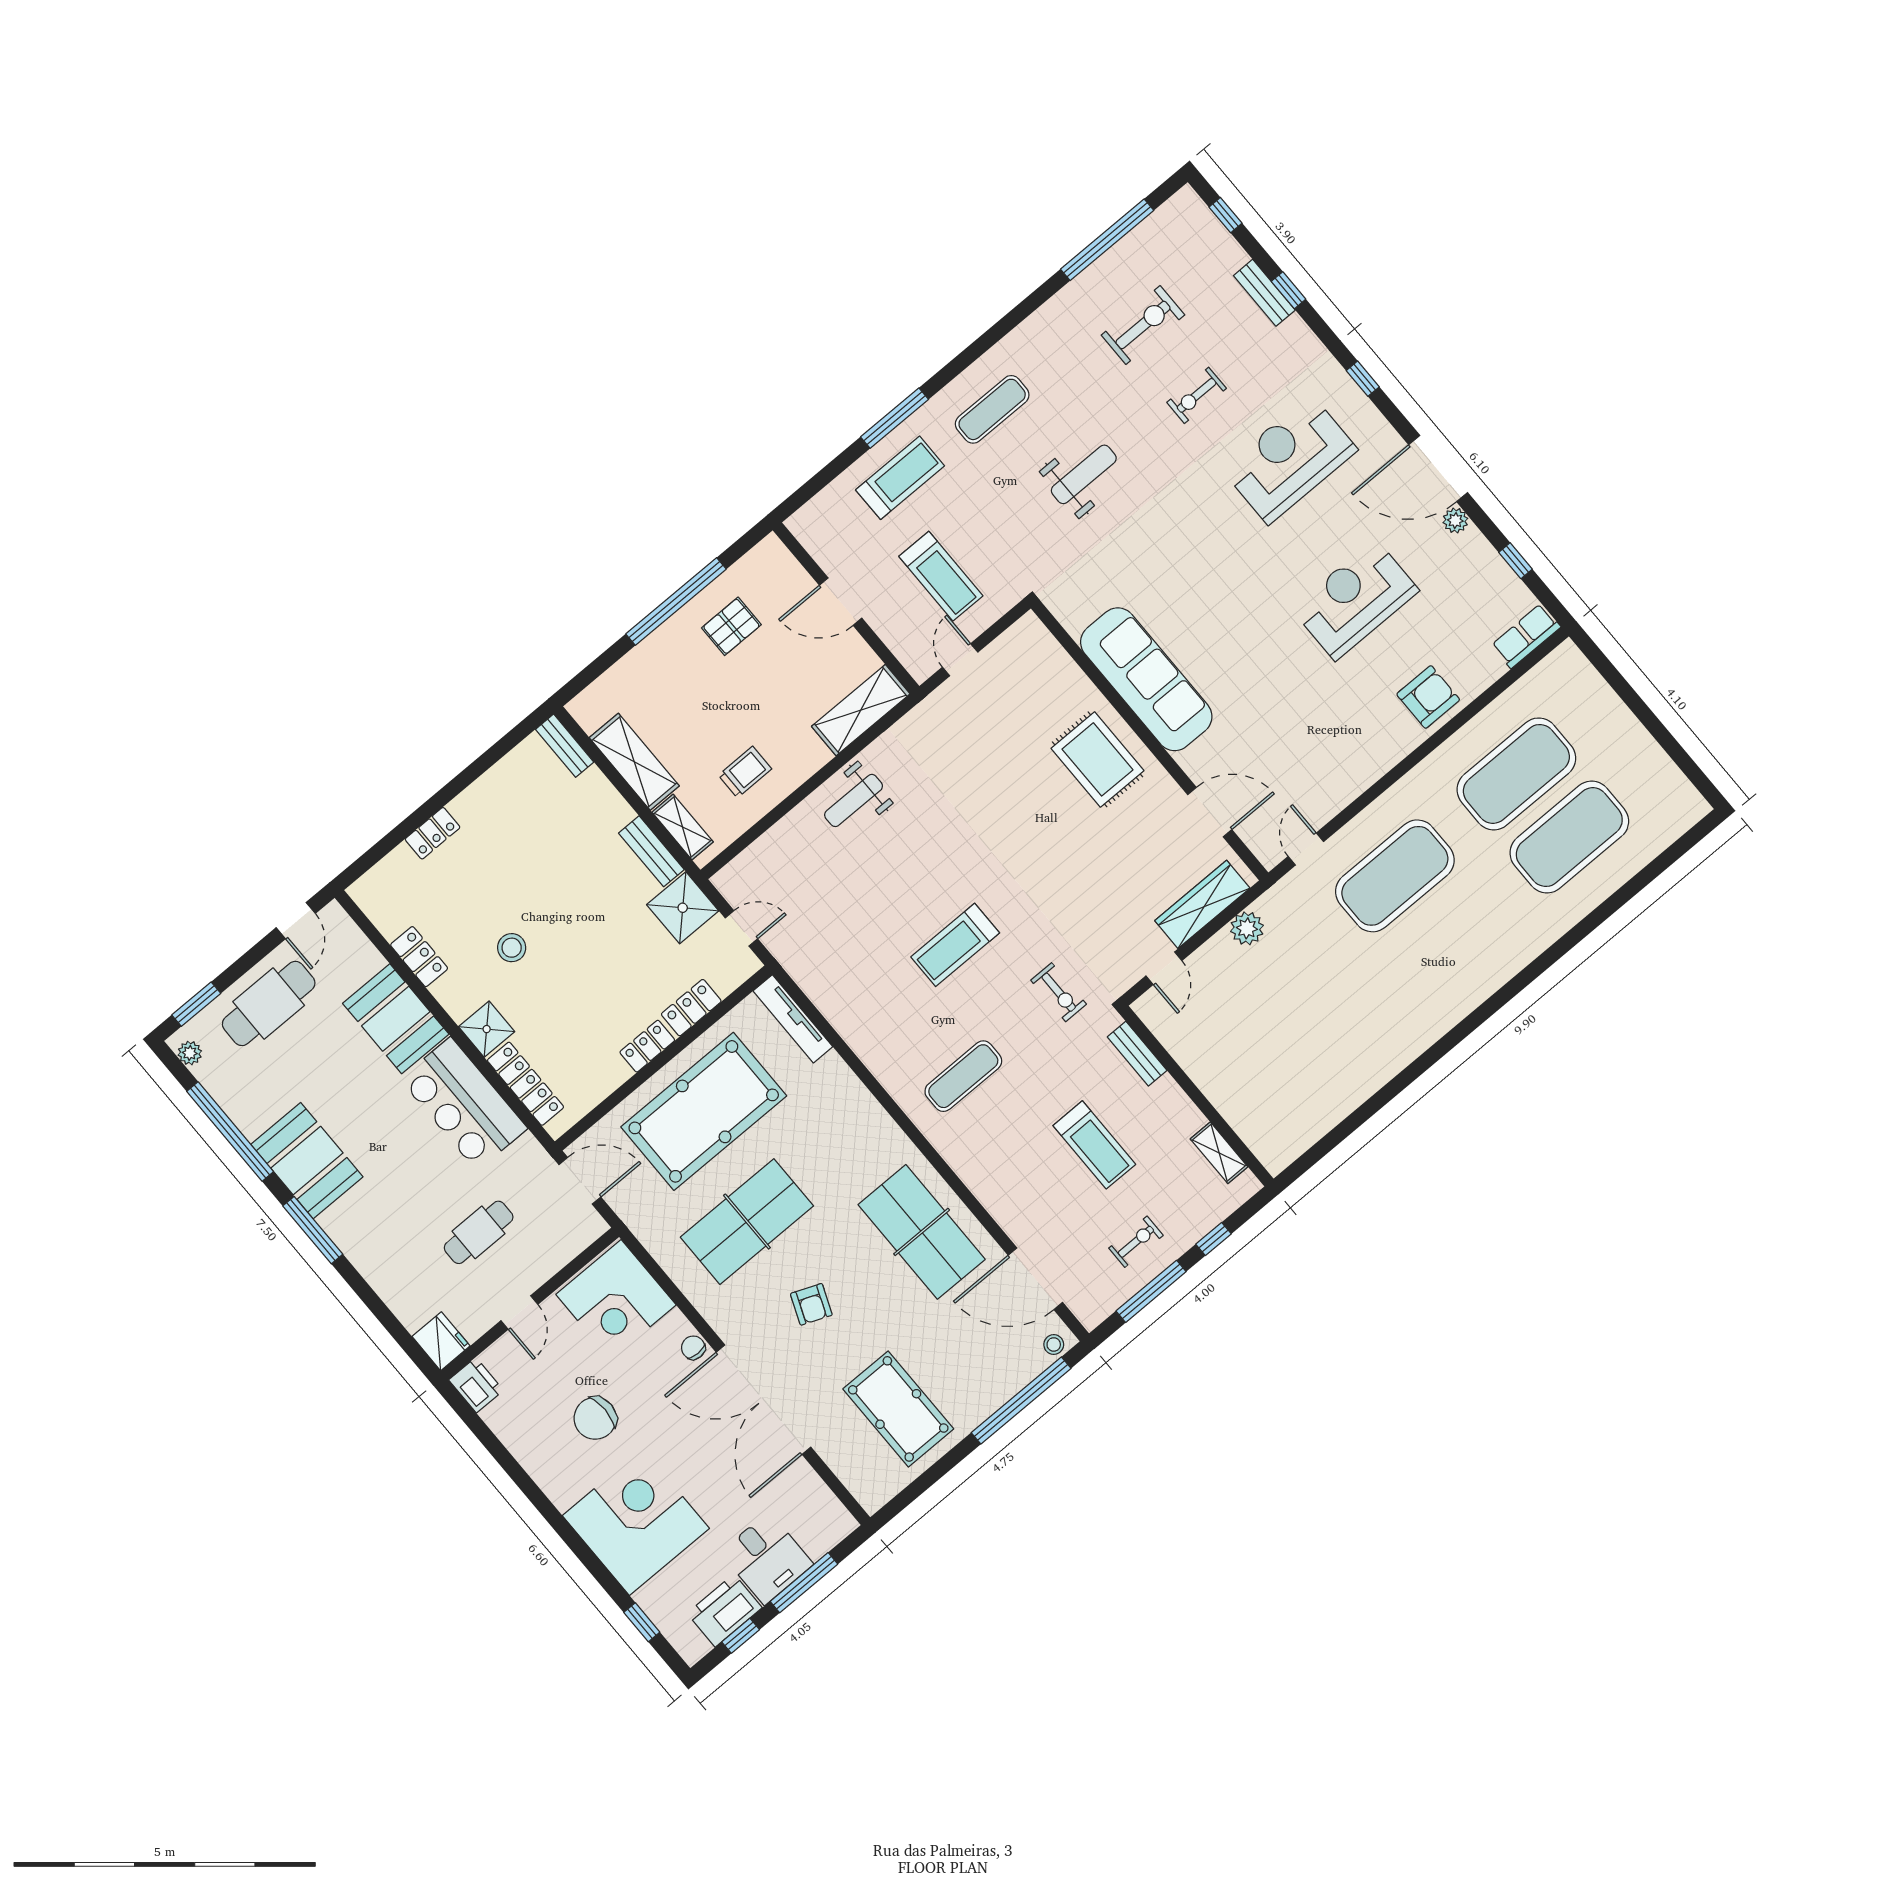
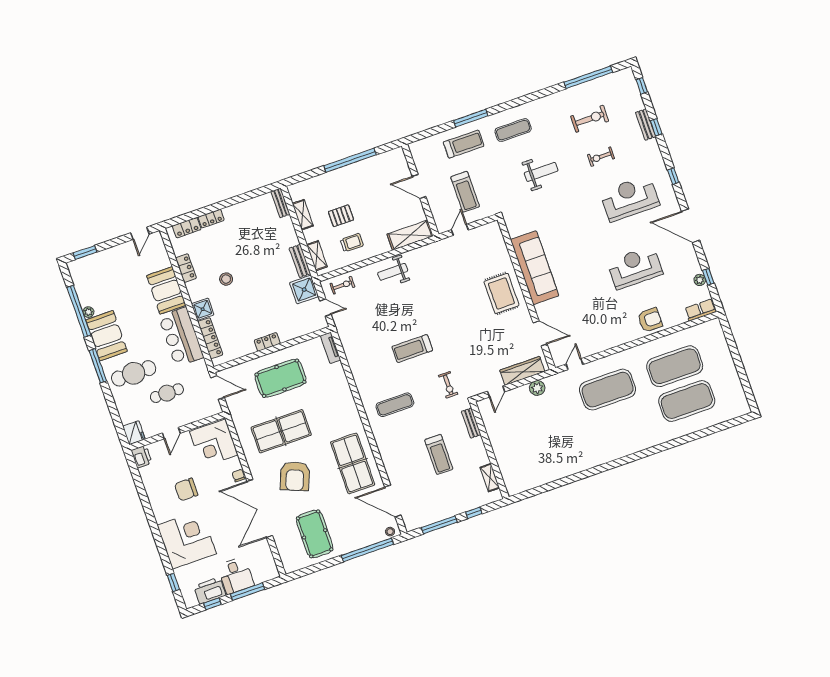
plant: (1455, 520) -> (700, 280), moved
pallet: (731, 626) -> (341, 216), moved
shelving: (634, 762) -> (303, 215), width x0.67, depth x0.75
cafe table: (269, 1003) -> (134, 373), moved
locker: (691, 1008) -> (187, 228), moved, turned 180
tv unit: (793, 1019) -> (331, 348), width x0.71
plant: (190, 1053) -> (88, 312), moved
pool table: (704, 1111) -> (280, 378), width x0.73, depth x0.76
exercise bike: (1136, 1242) -> (342, 285), moved
armchair: (811, 1304) -> (295, 476), width x1.88, depth x1.88

